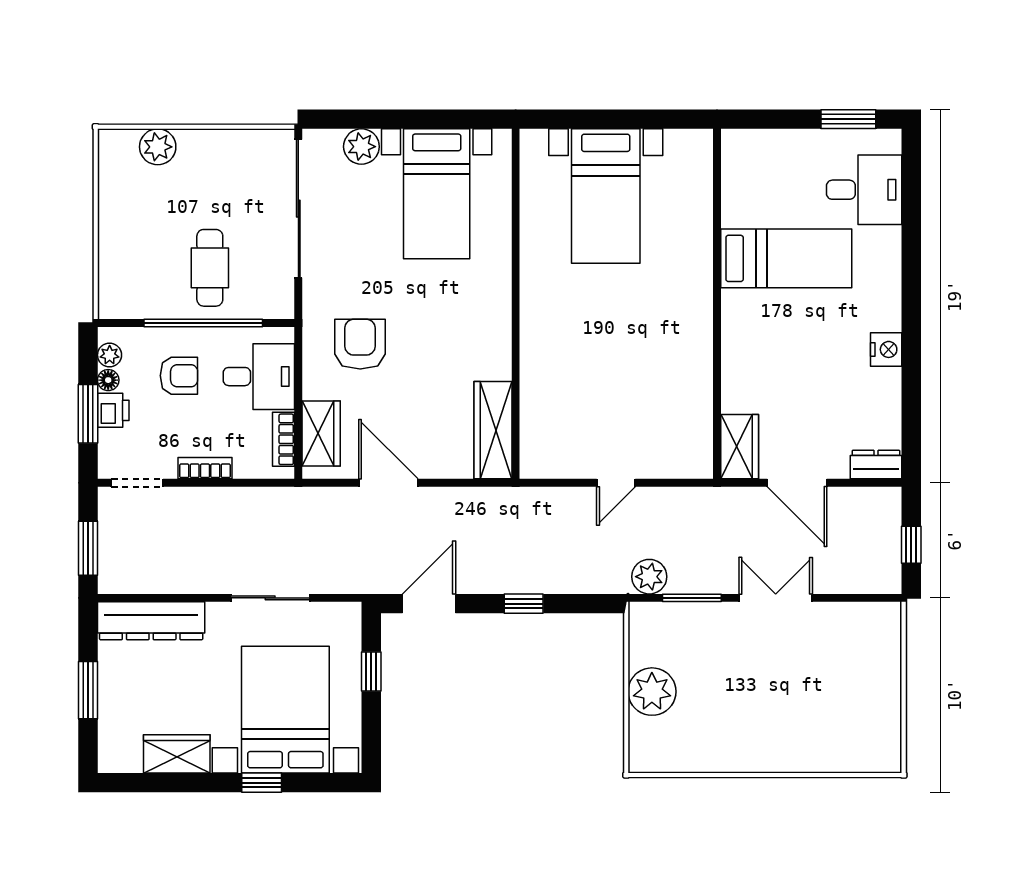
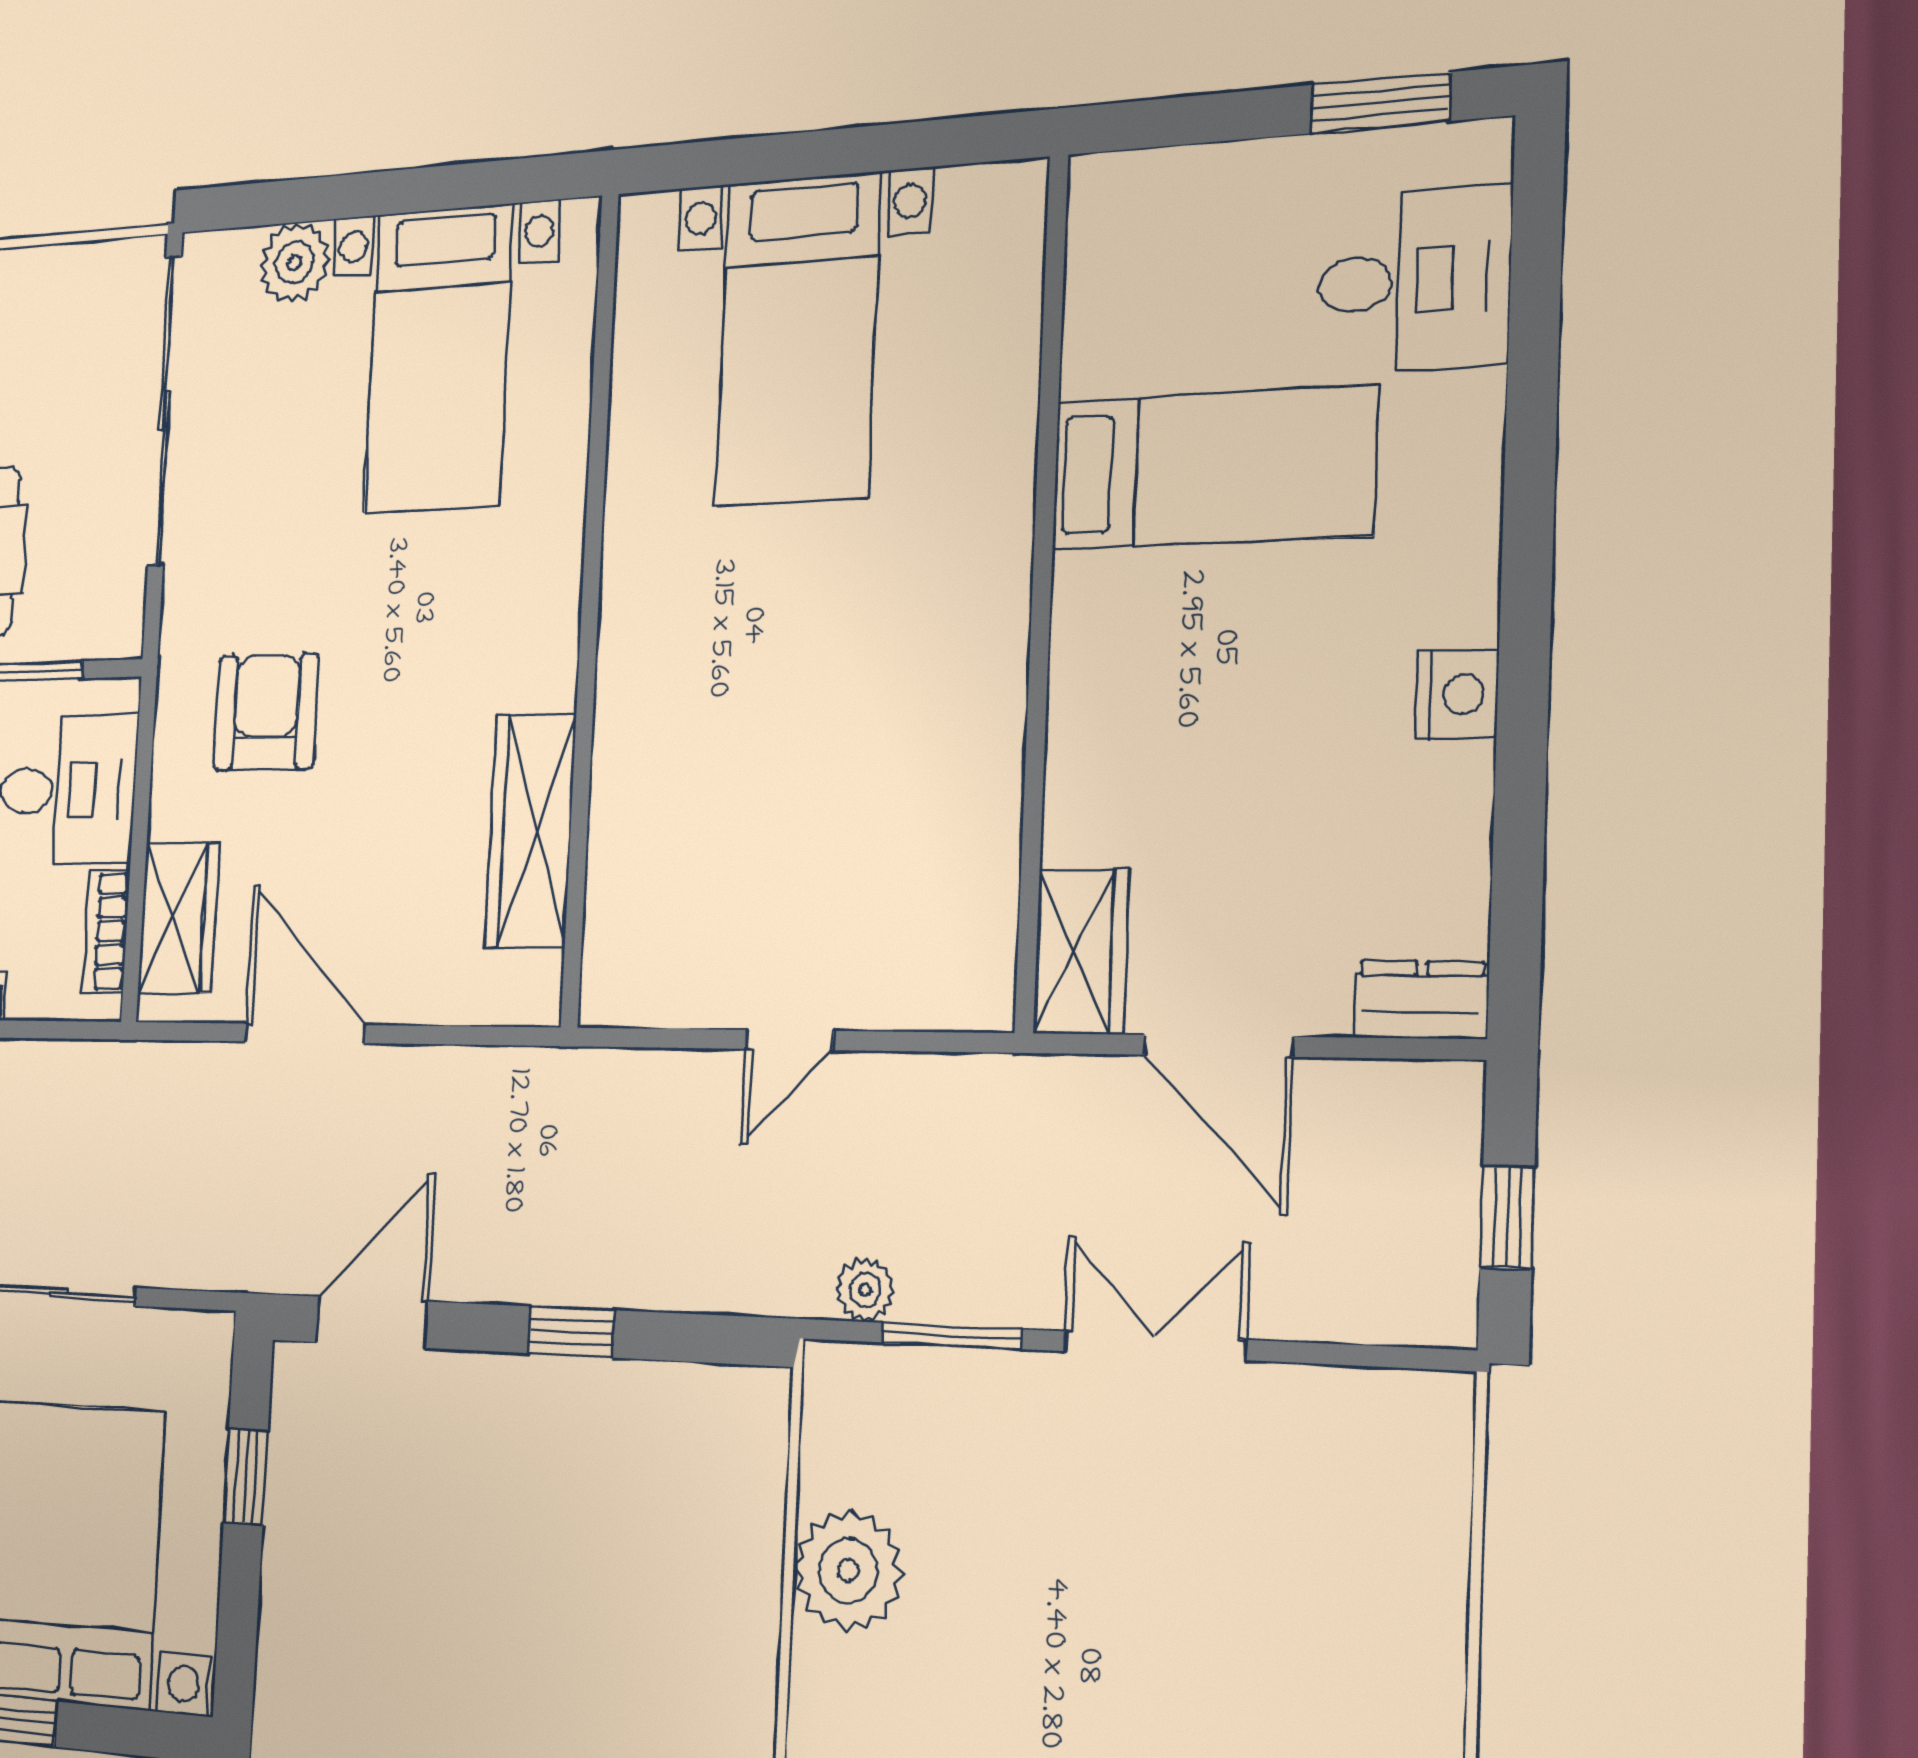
wardrobe: (493, 430) -> (531, 831), moved
plant: (649, 577) -> (865, 1290), width x0.73, depth x0.73

